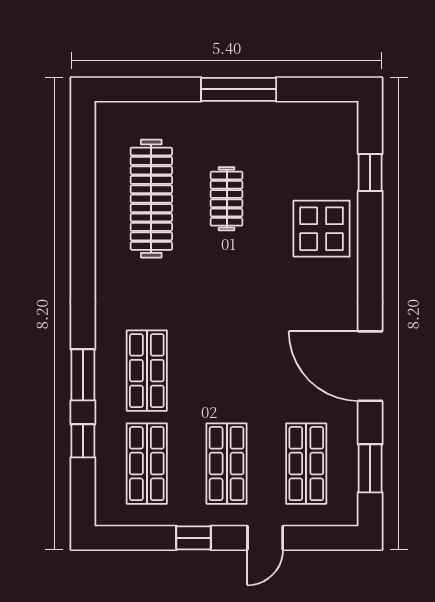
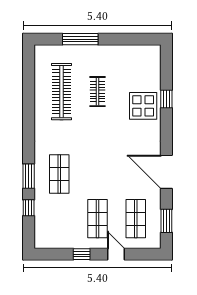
window: (239, 89) -> (80, 39), moved
window: (370, 172) -> (166, 99), moved
shop shelf: (147, 464) -> (59, 219), removed
door: (265, 538) -> (116, 254), swing flipped

